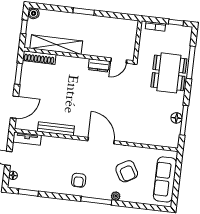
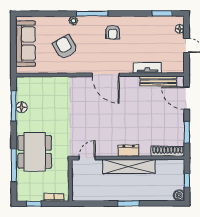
shelving: (56, 45) -> (129, 166), moved
dresser: (99, 65) -> (129, 151), moved
door: (14, 107) -> (187, 98), hinge flipped
bench: (56, 129) -> (158, 81), moved
tv unit: (27, 139) -> (147, 68), moved
door: (101, 141) -> (106, 75), moved
armchair: (79, 180) -> (113, 32), turned 180

